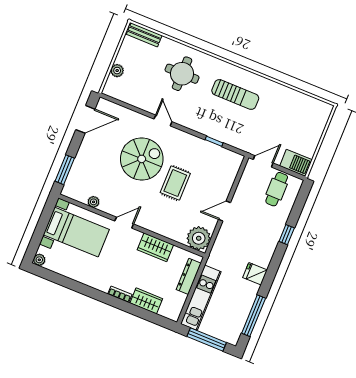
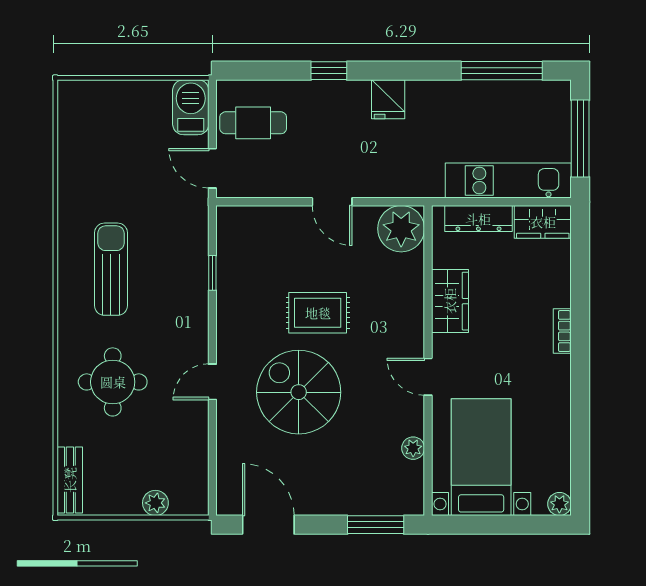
fridge: (255, 274) -> (388, 99), moved
wardrobe: (146, 301) -> (543, 222), moved, turned -90

